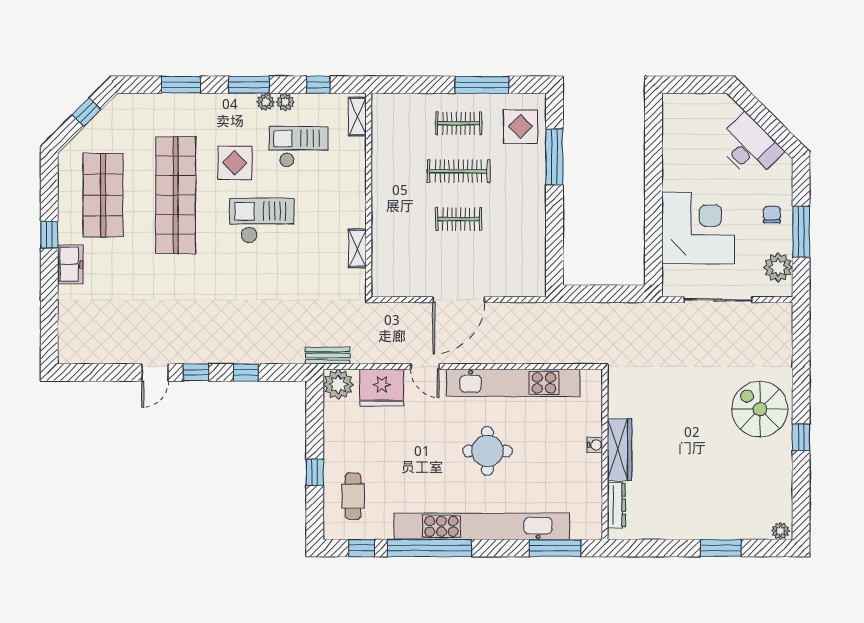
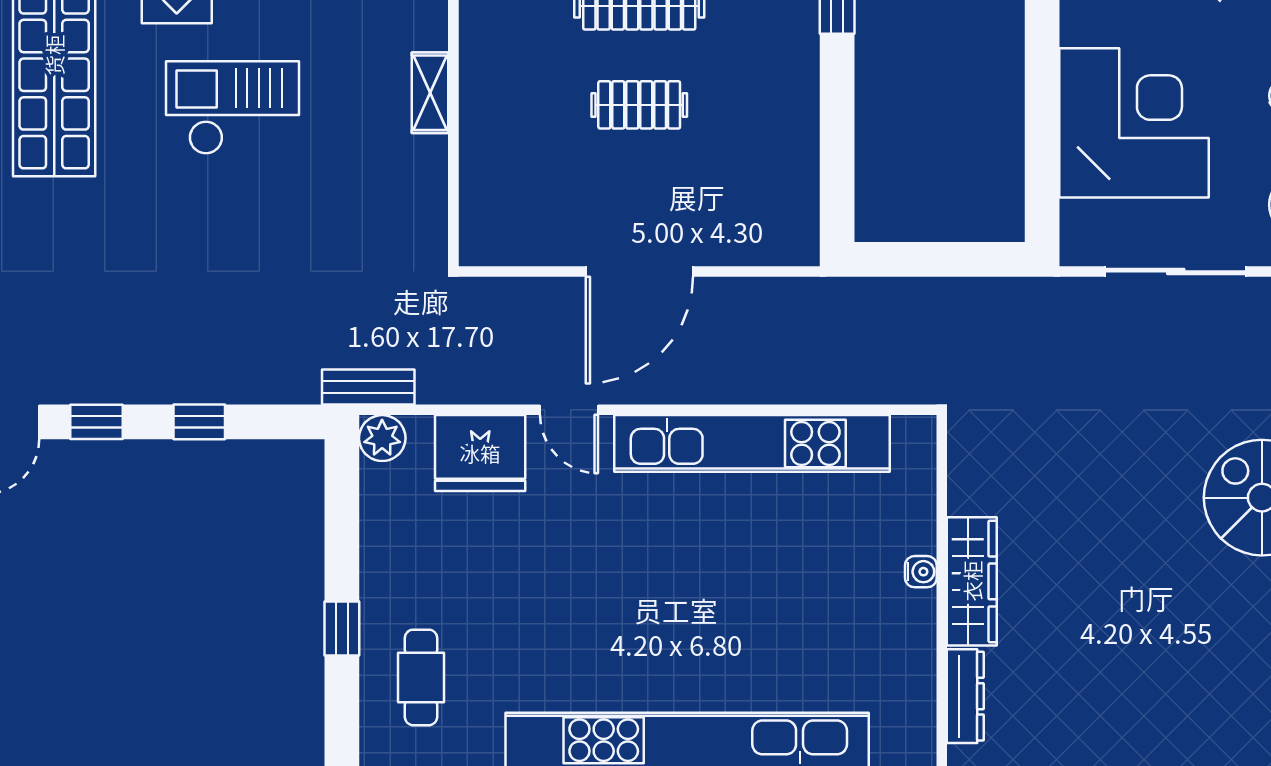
shelving: (357, 248) -> (430, 93), moved
plant: (338, 384) -> (382, 438), width x0.73, depth x0.73
round table: (487, 451) -> (699, 584), removed

